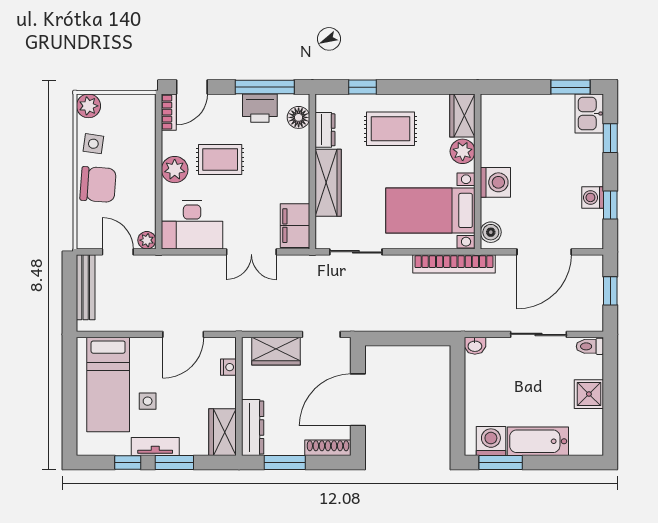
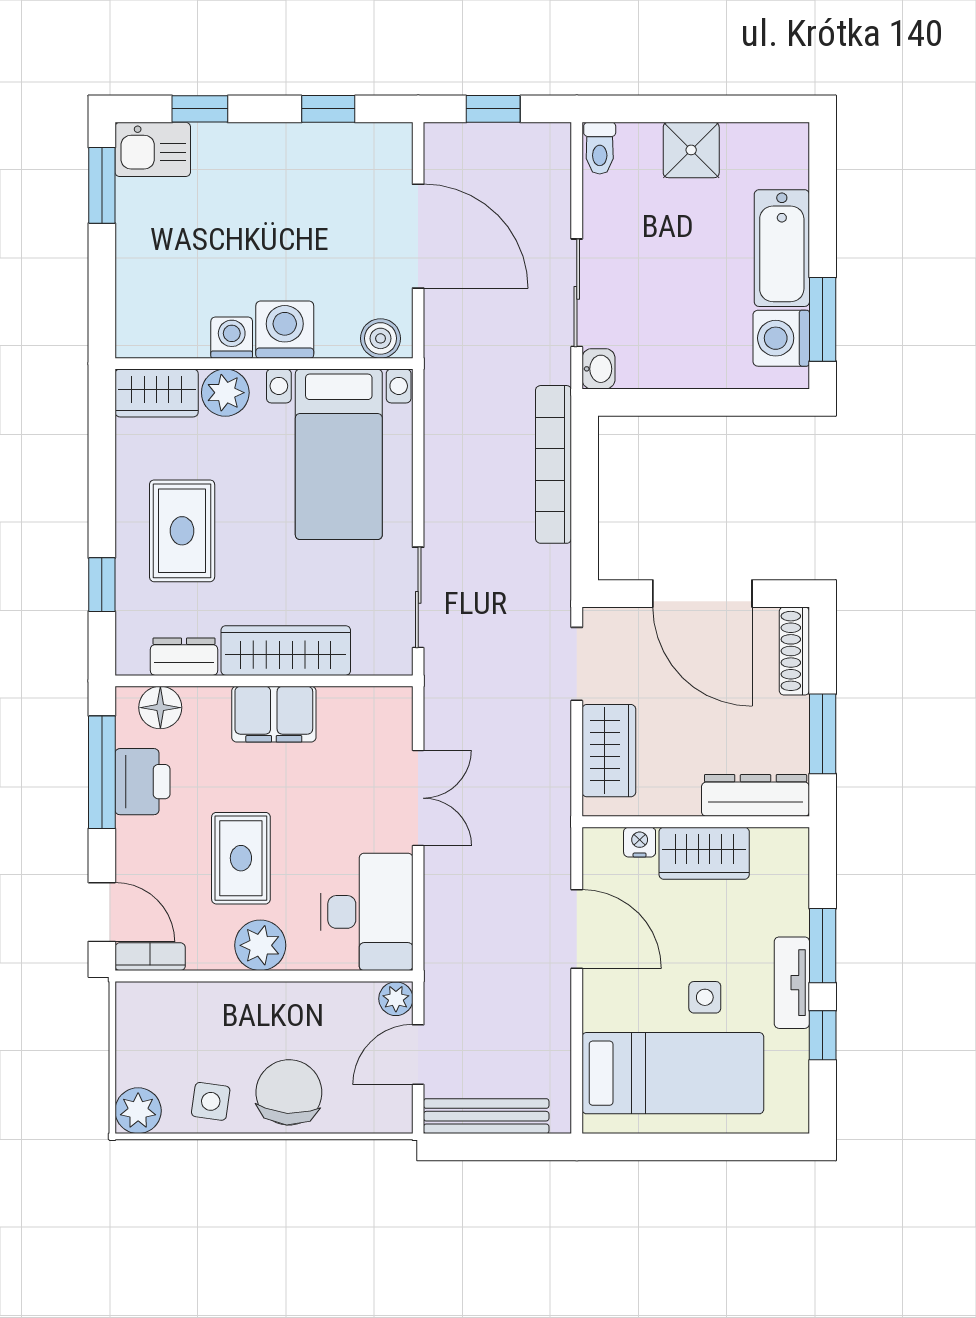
washing machine: (593, 197) -> (232, 338), moved, turned 180
filing cabinet: (295, 226) -> (274, 714), moved
bookcase: (454, 264) -> (554, 464), moved, turned 180
sliding door: (538, 334) -> (577, 293), moved
wardrobe: (223, 432) -> (704, 853), moved

